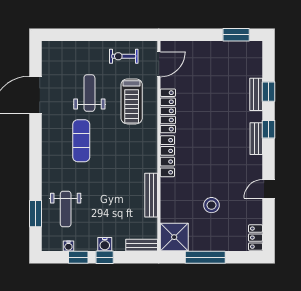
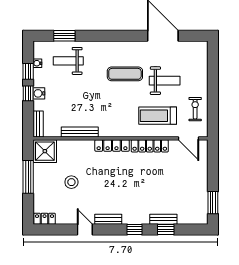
bench: (256, 139) -> (108, 219), moved

